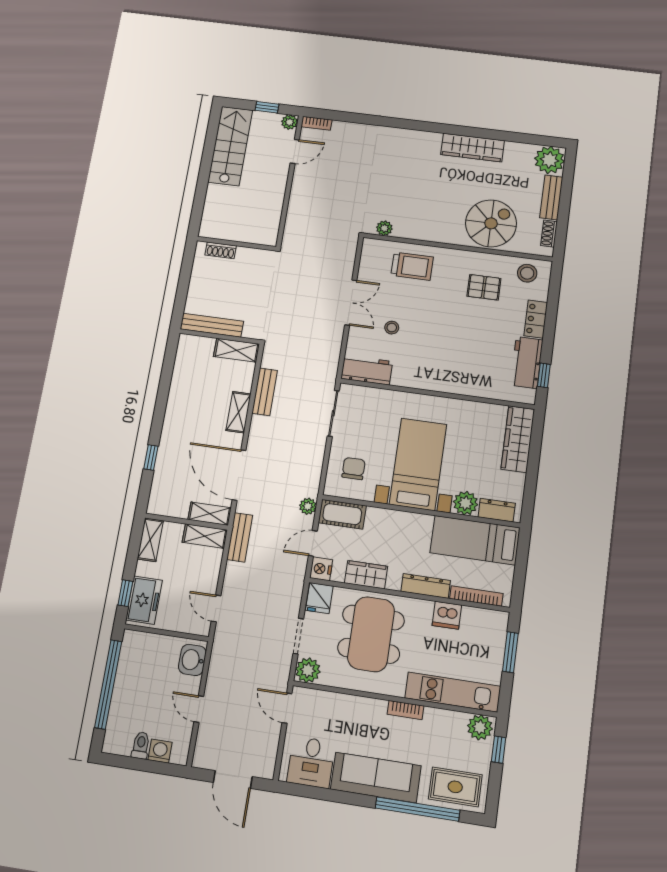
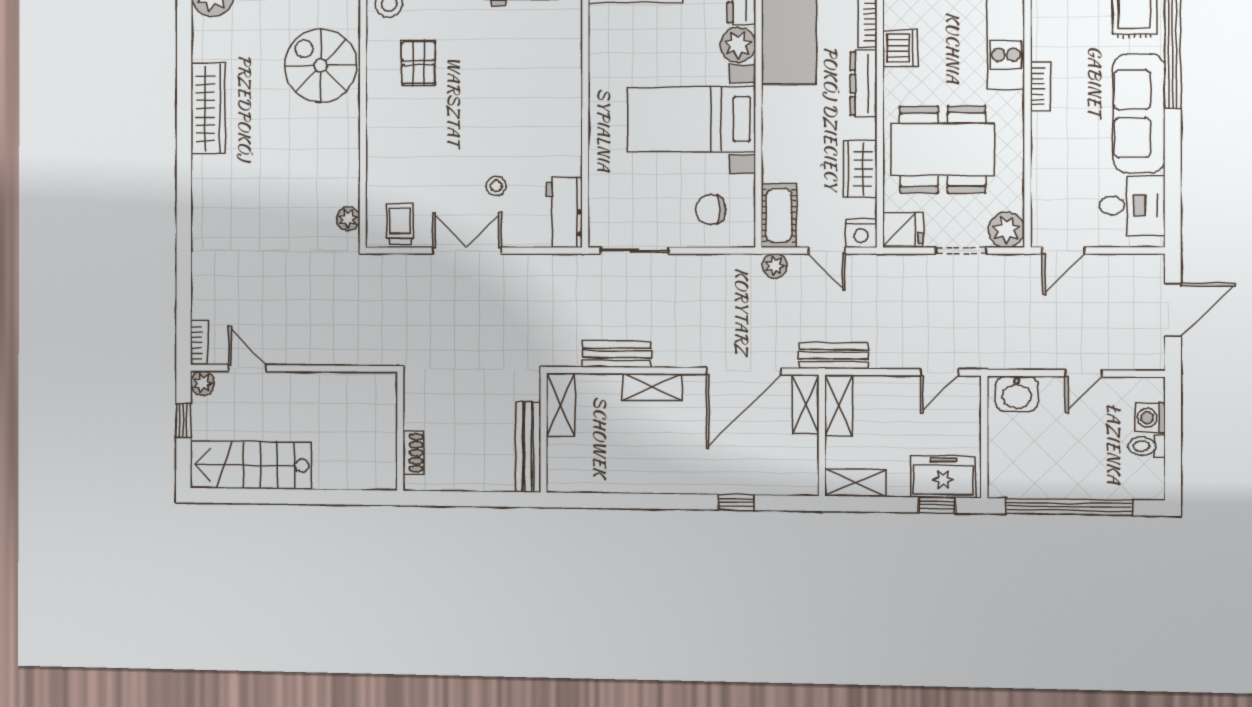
trolley: (412, 266) -> (400, 224), moved, width x0.73, depth x0.72

